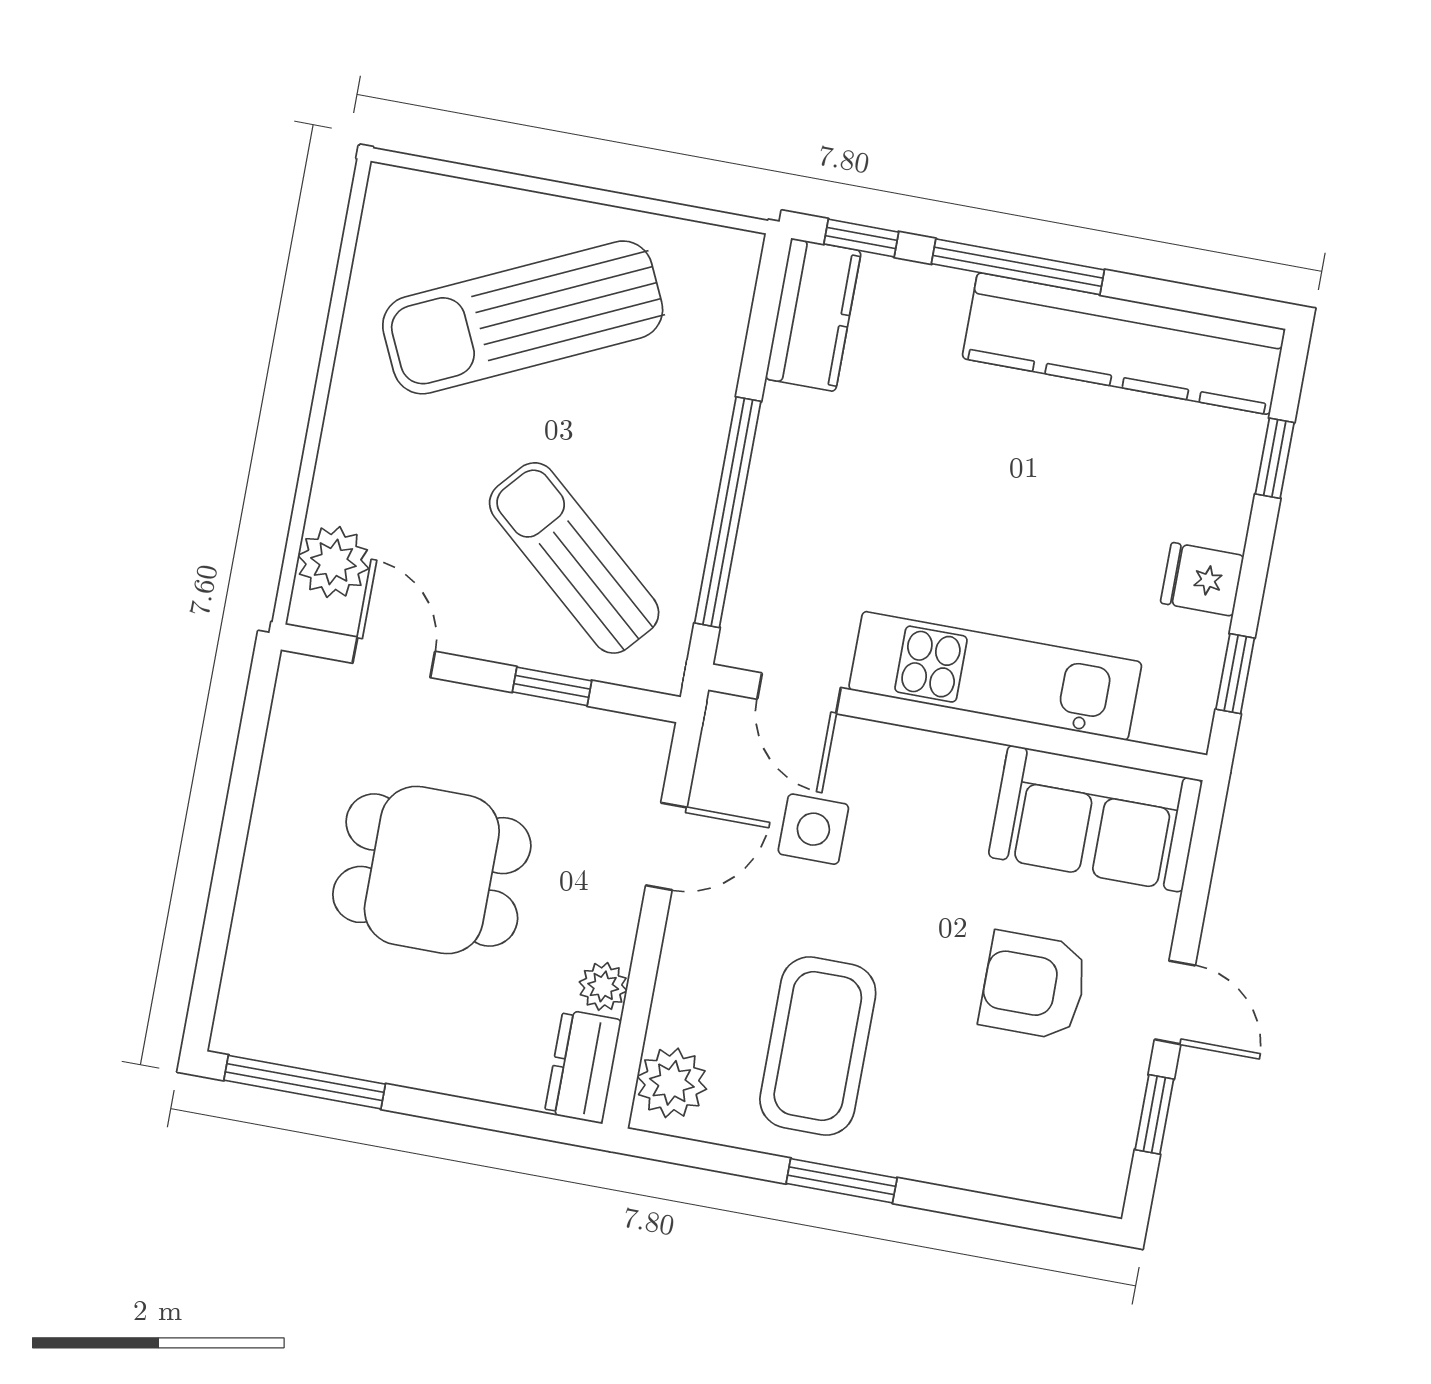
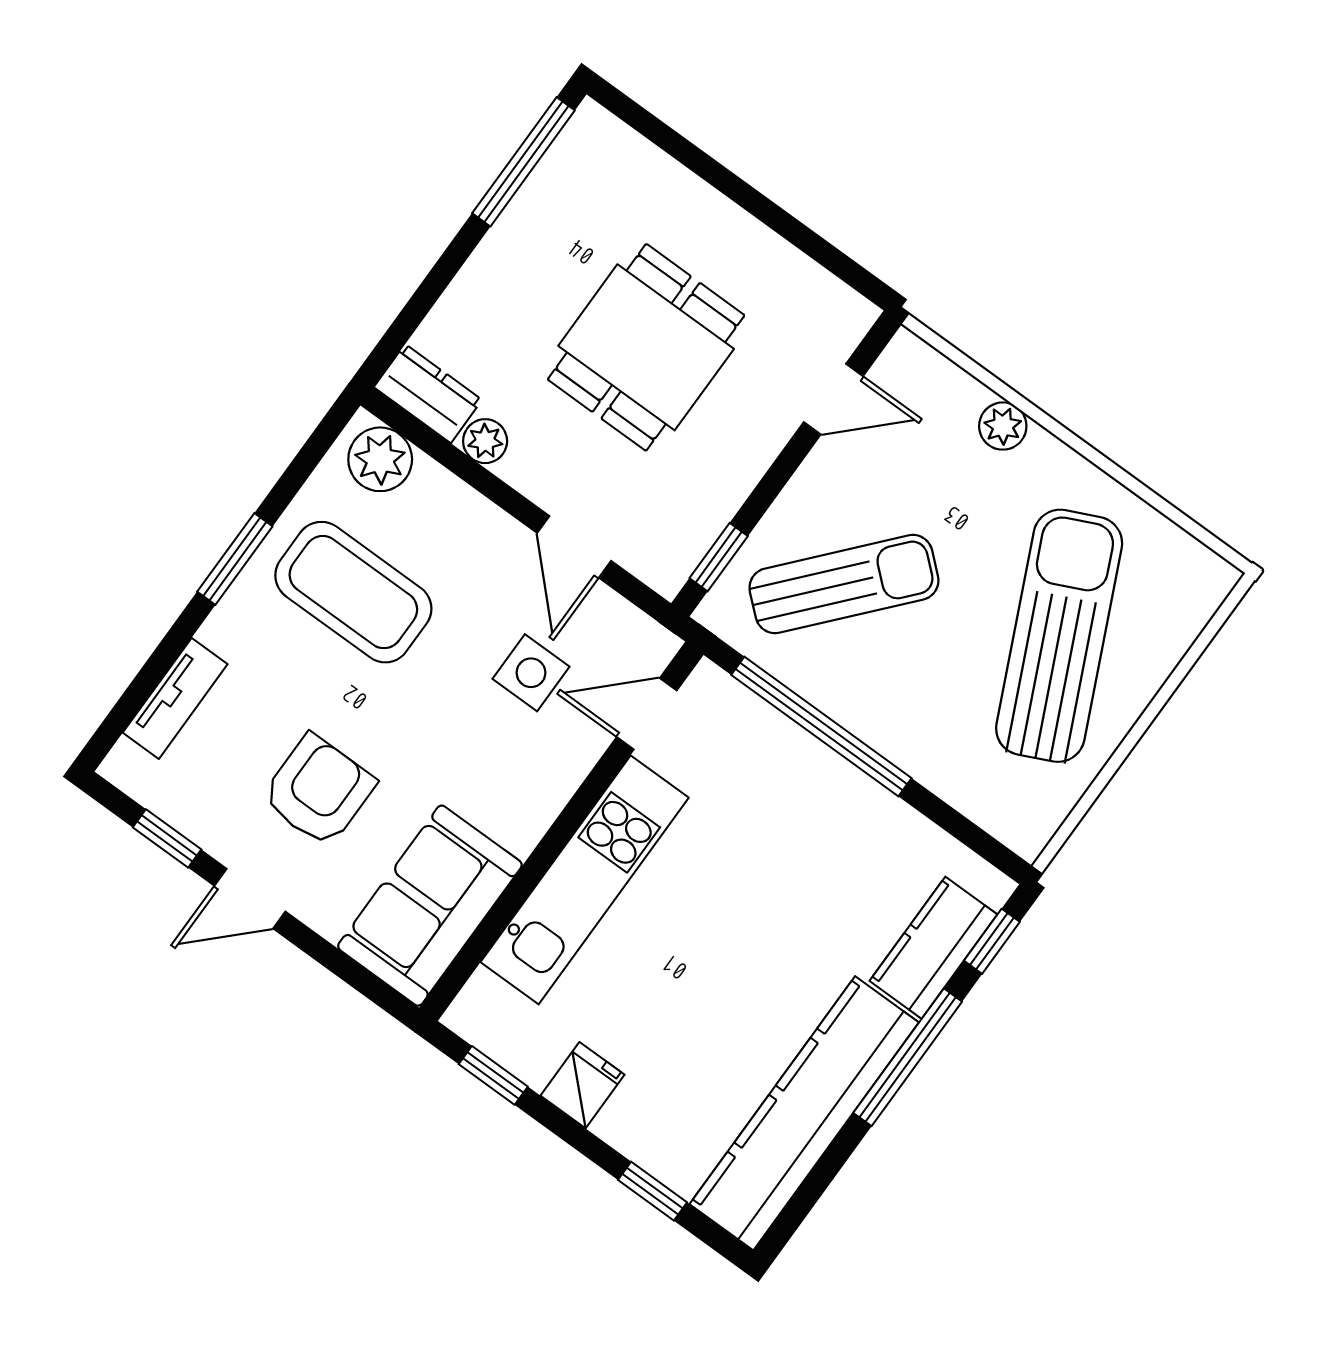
kitchen counter: (813, 315) -> (933, 948), moved, turned 90
plant: (333, 562) -> (1003, 426), moved, width x0.73, depth x0.73
window: (552, 686) -> (719, 557), moved
tv unit: (1010, 1173) -> (175, 698), added

